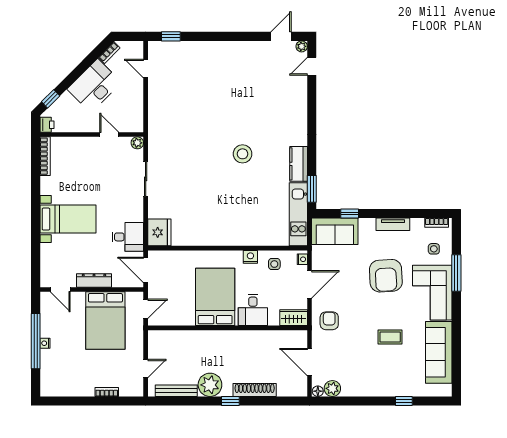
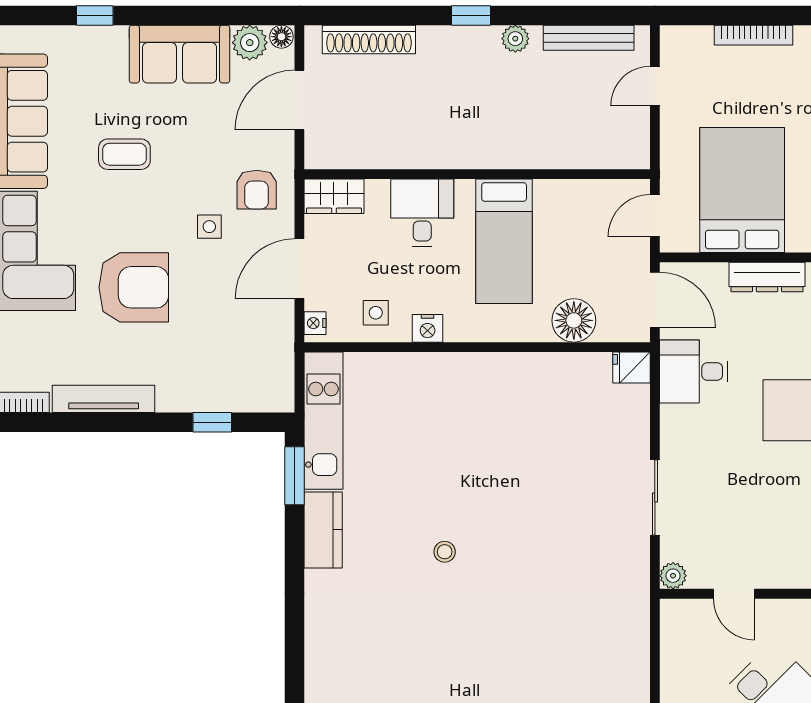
stool: (243, 154) -> (445, 552), width x0.53, depth x0.53
tv unit: (393, 224) -> (104, 399), width x1.41
sofa: (335, 231) -> (179, 54), moved, turned 180
fridge: (159, 232) -> (631, 368), width x0.53, depth x0.75
side table: (434, 249) -> (209, 227), moved
floor lamp: (183, 260) -> (574, 320), added
armchair: (386, 276) -> (134, 287), turned 93
bed: (215, 297) -> (504, 241), width x0.67
door: (310, 362) -> (299, 100), swing flipped
plant: (210, 385) -> (515, 39), width x0.53, depth x0.53
shoe rack: (255, 390) -> (369, 39), moved
bookcase: (107, 392) -> (753, 35), width x1.56

